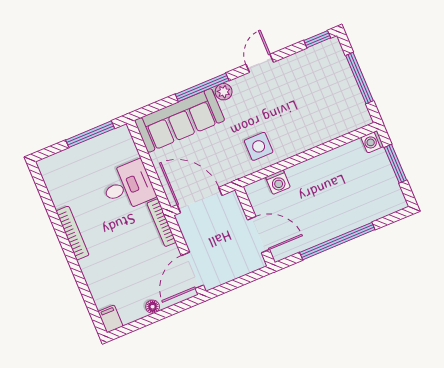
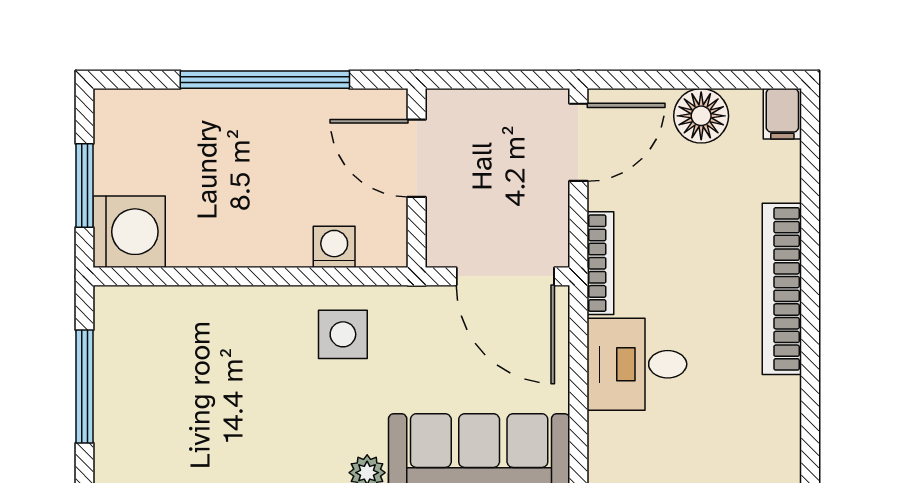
washing machine: (372, 142) -> (129, 232), width x1.89, depth x1.89
bookcase: (73, 233) -> (782, 289), width x1.48, depth x1.31
floor lamp: (153, 307) -> (701, 116), width x1.89, depth x1.89

